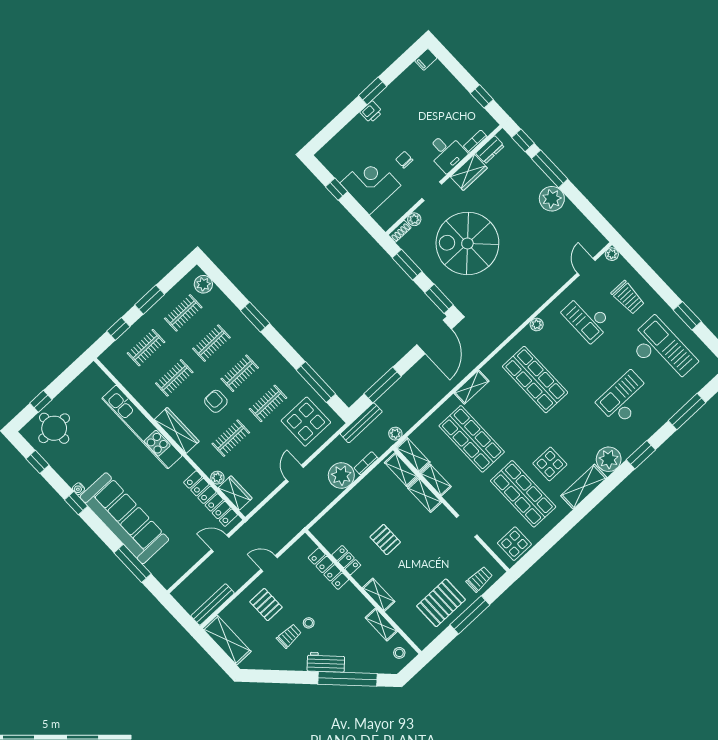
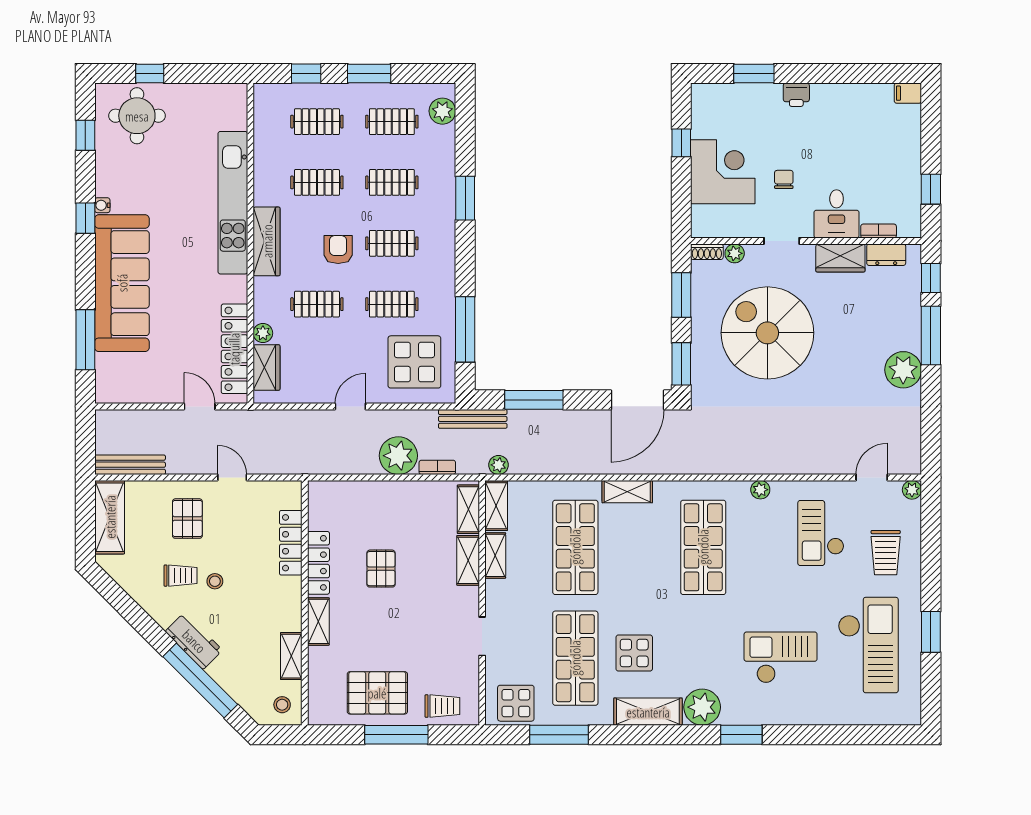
window: (373, 91) -> (754, 74), moved
window: (687, 412) -> (559, 735), moved
locker: (346, 560) -> (318, 563), width x1.53

